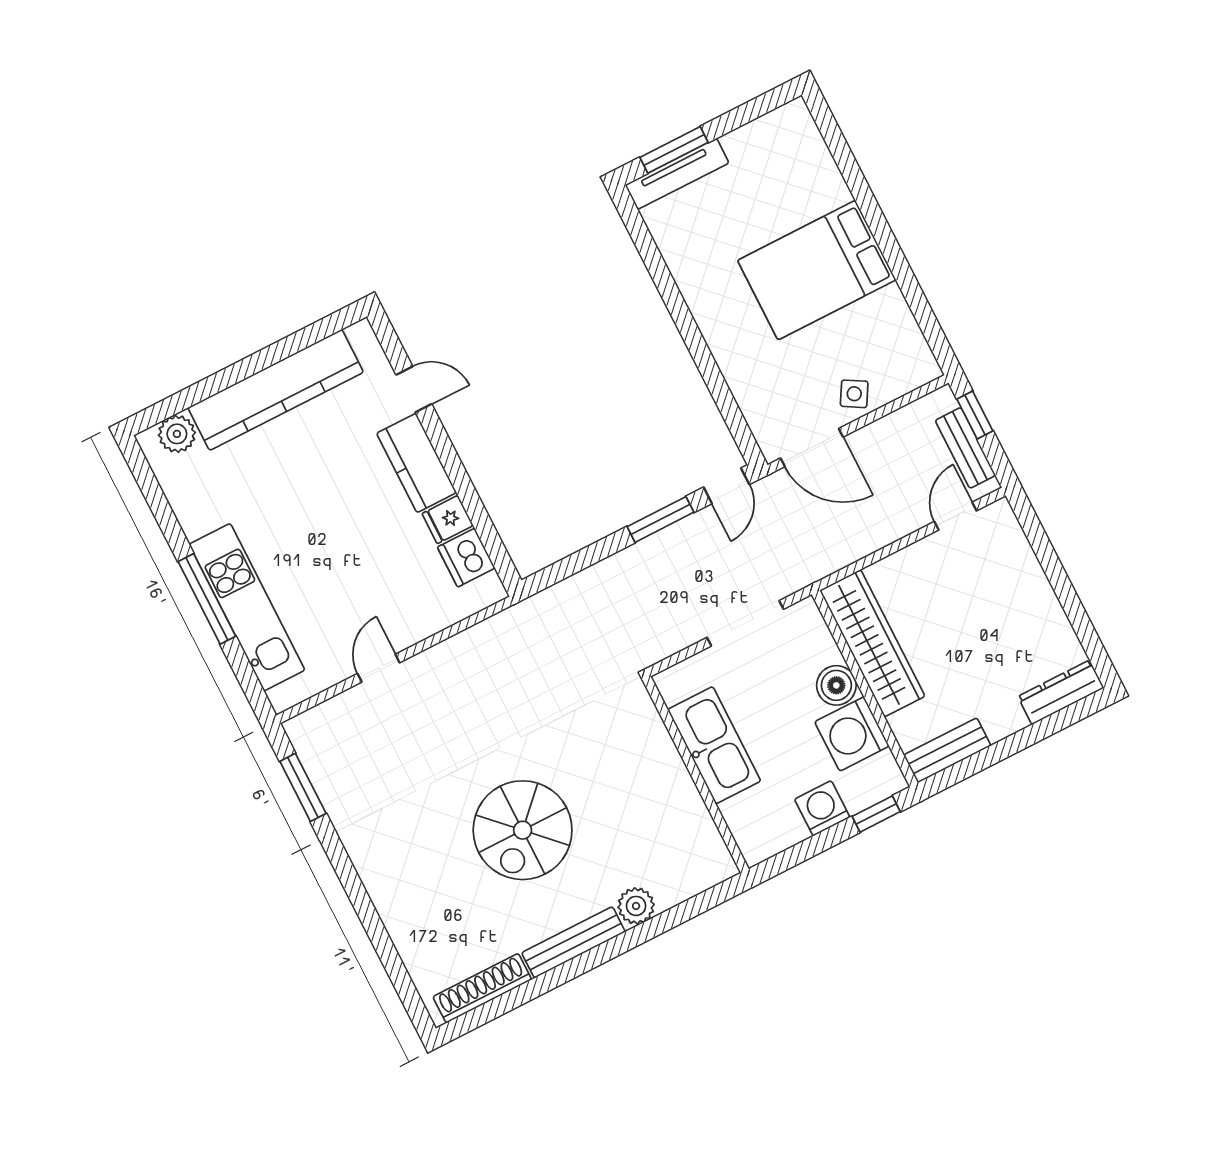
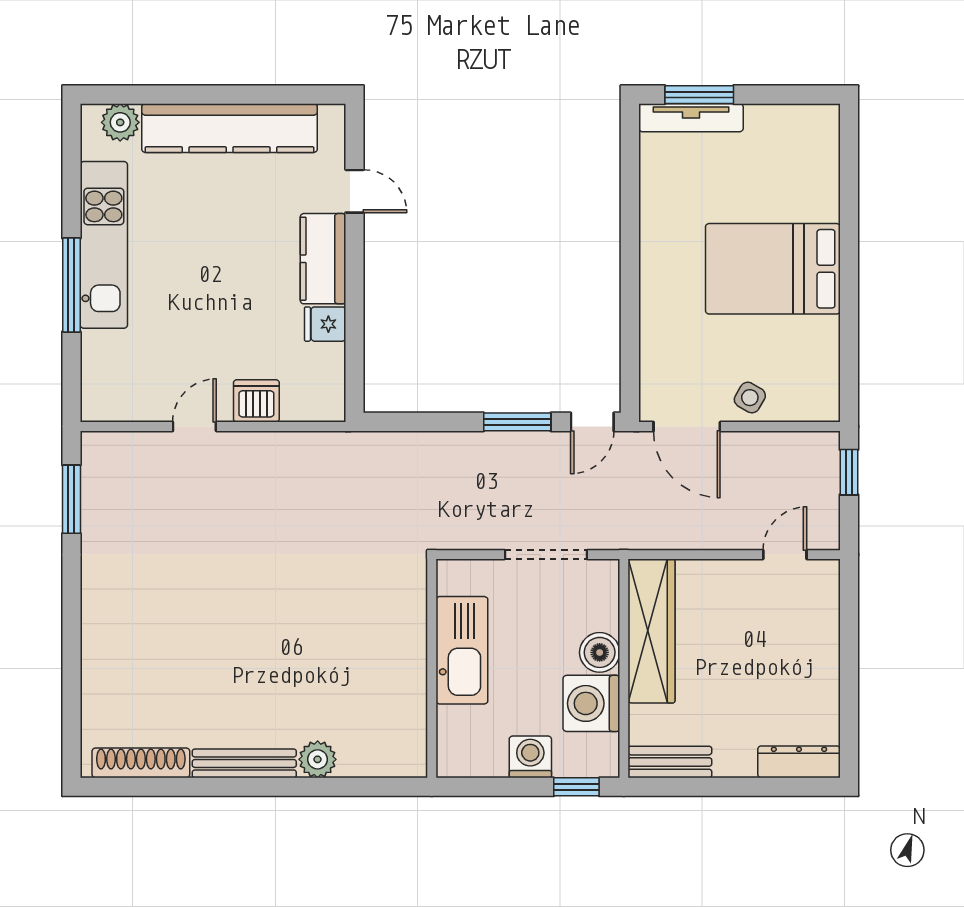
bench: (965, 448) -> (825, 497), removed
dishwasher: (466, 558) -> (256, 401), moved, turned 90
kitchen unit: (247, 607) -> (104, 245), moved
spiral stairs: (523, 830) -> (250, 639), removed

